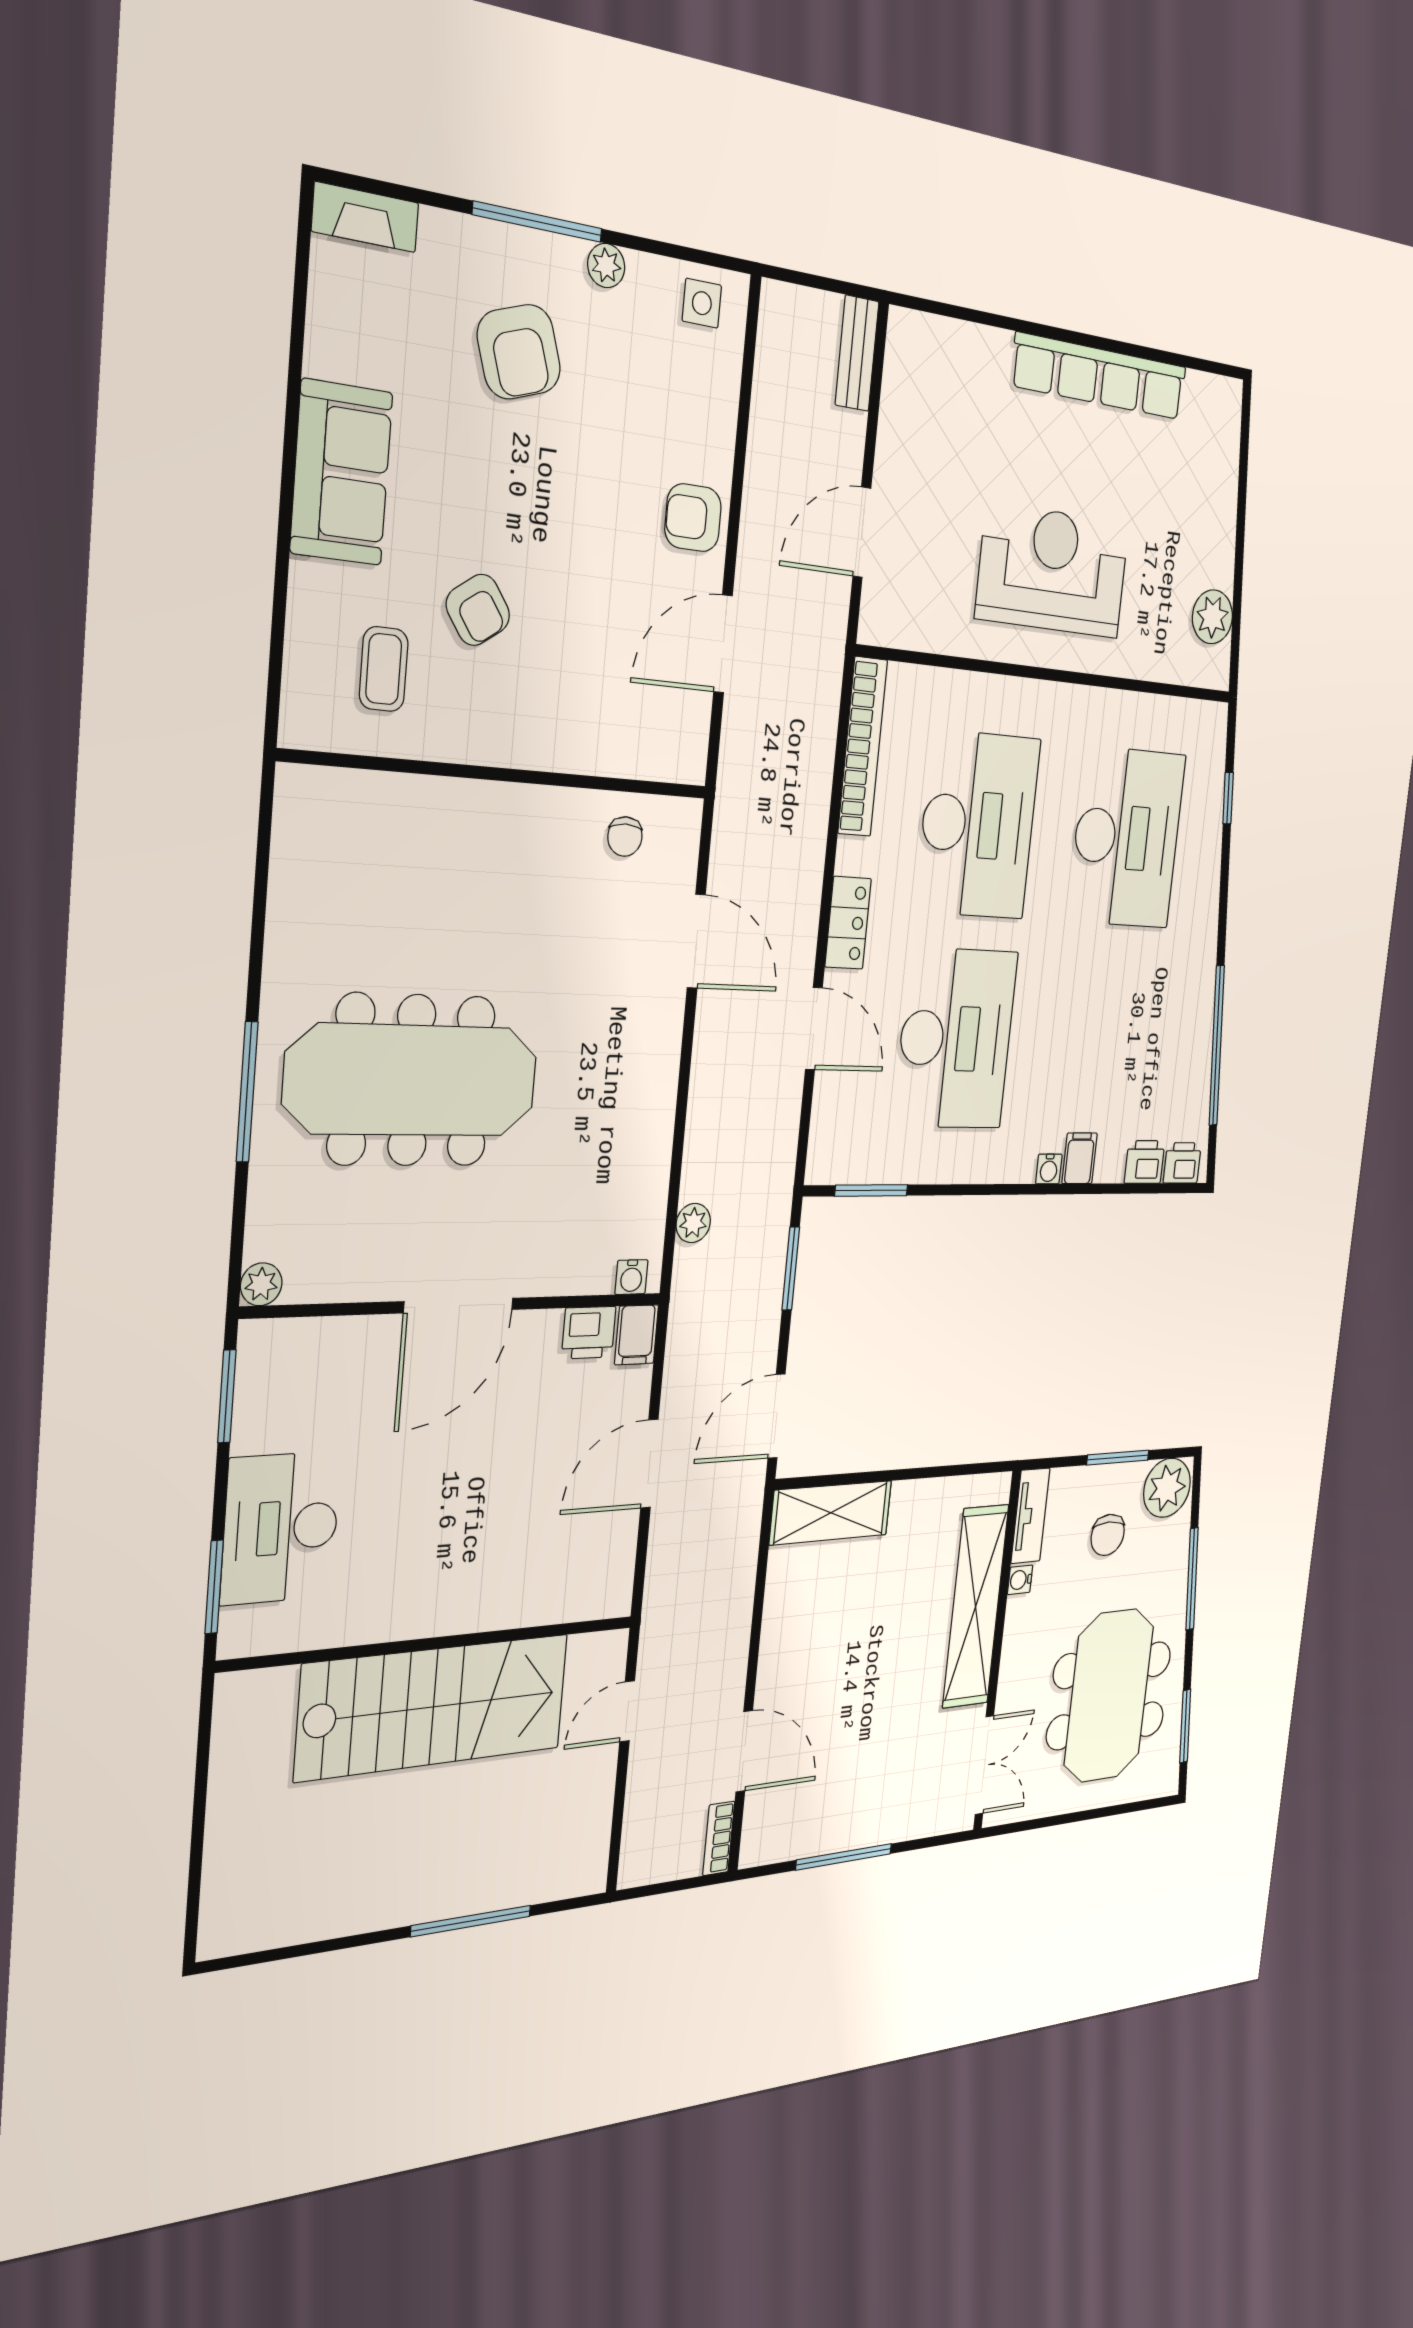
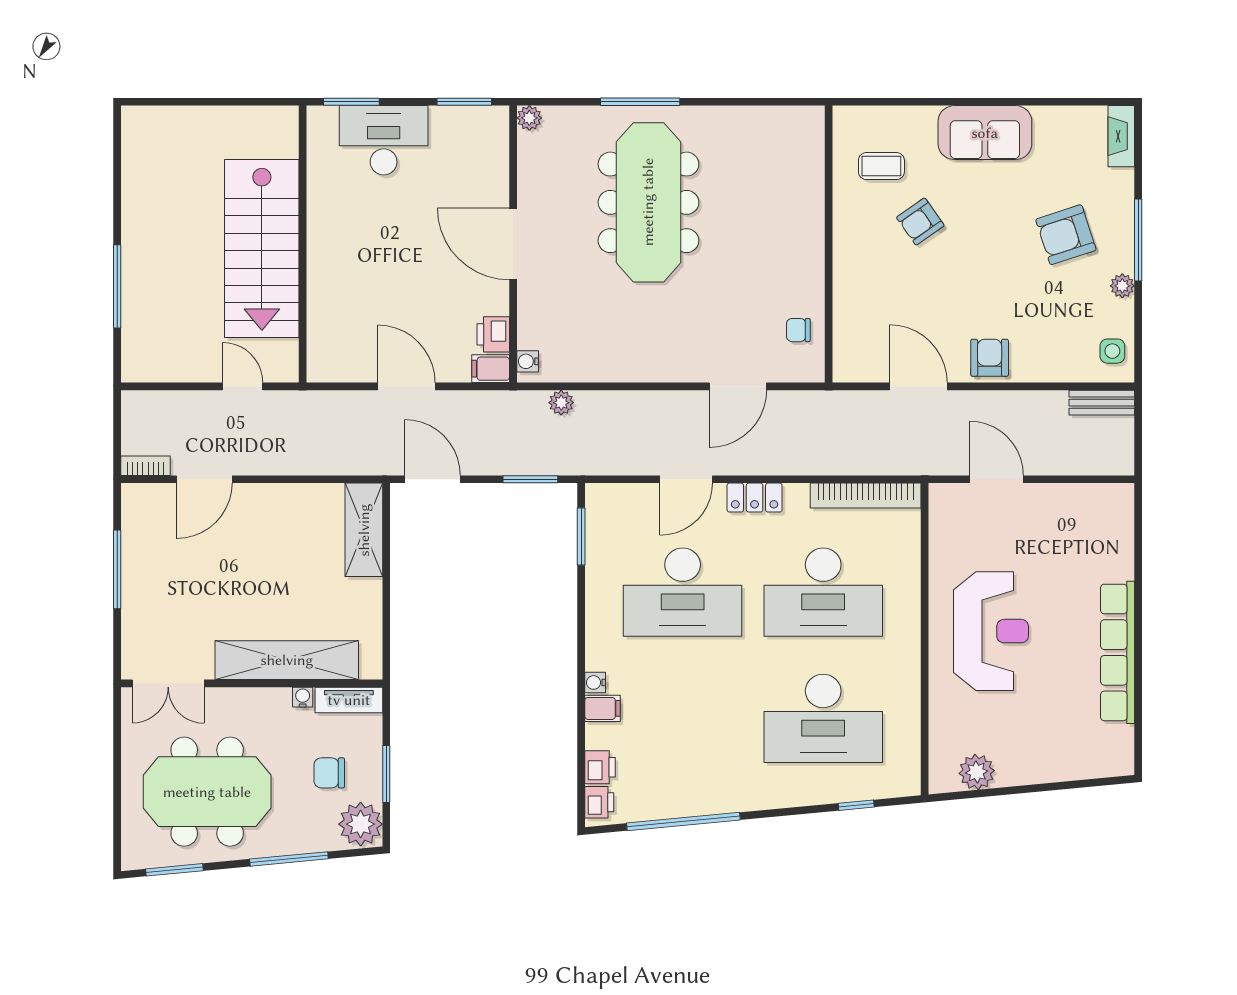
bench: (857, 353) -> (1102, 403), moved

